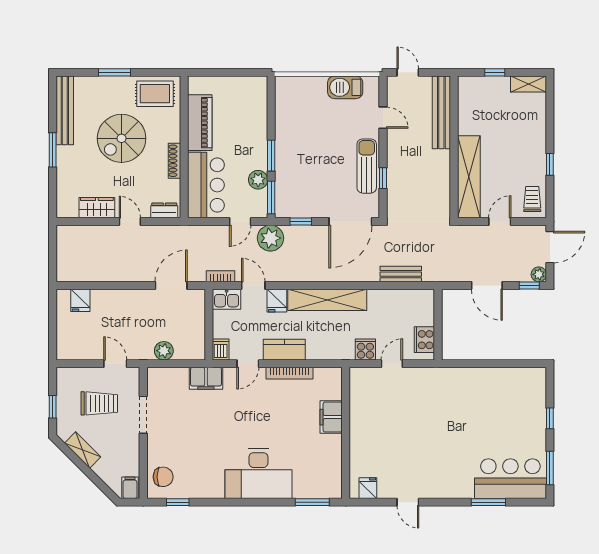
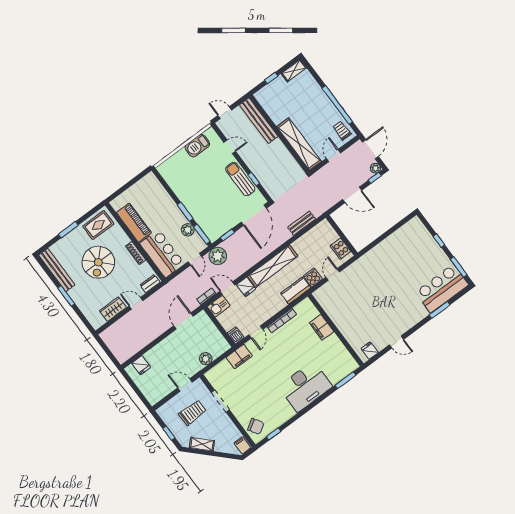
window: (550, 164) -> (337, 105), width x3.17
kitchen counter: (284, 350) -> (296, 291), moved
chair: (163, 477) -> (256, 426), turned 57

